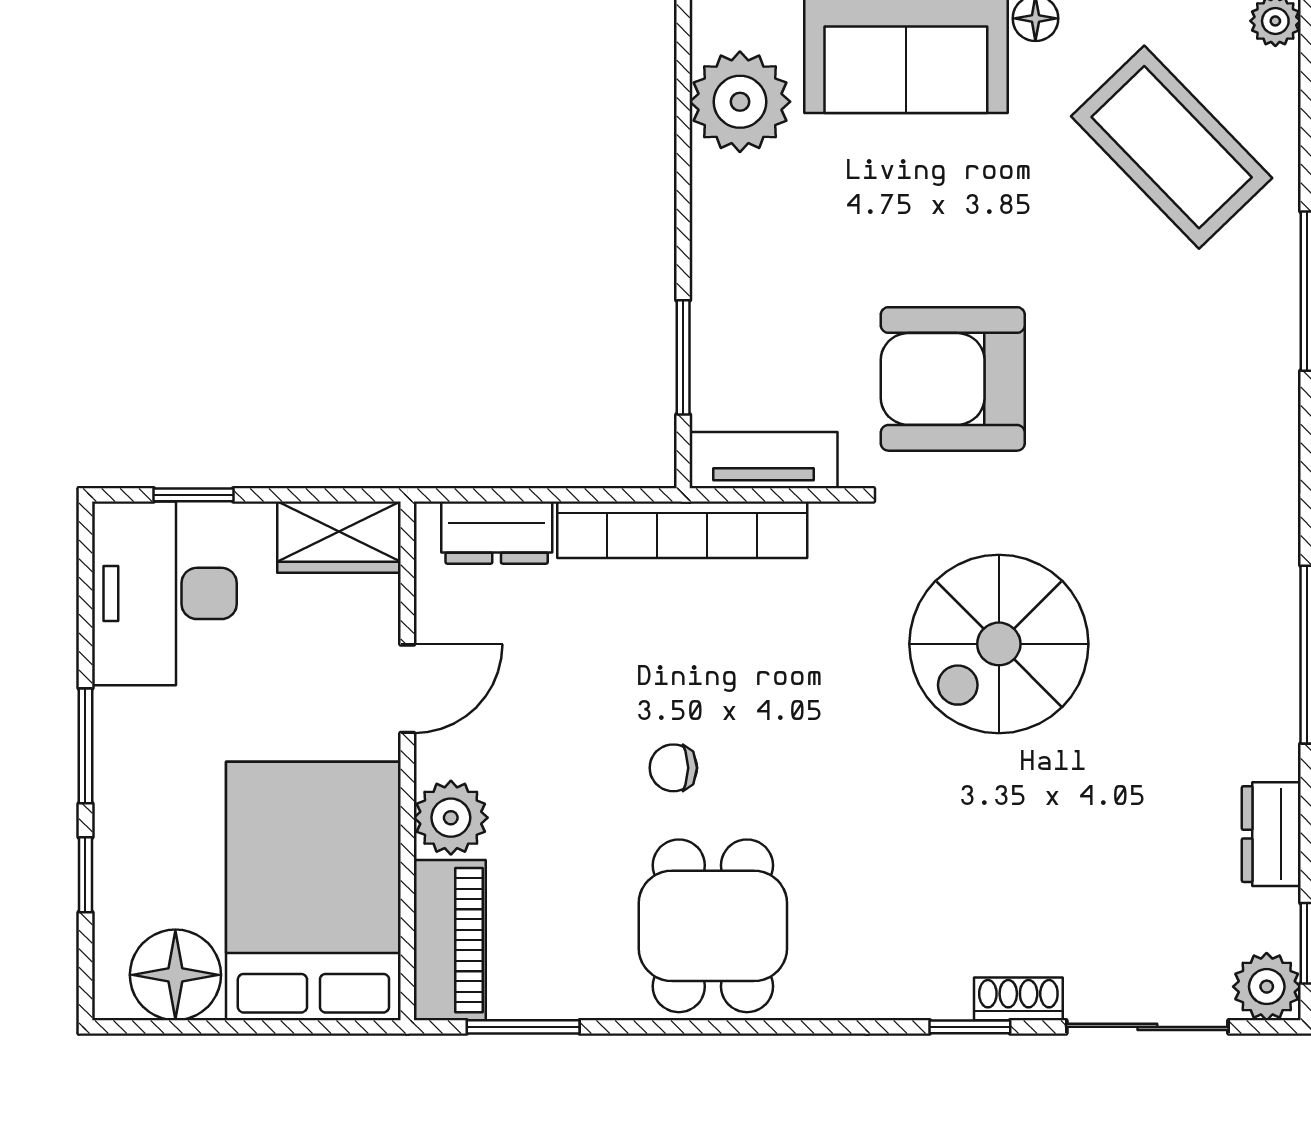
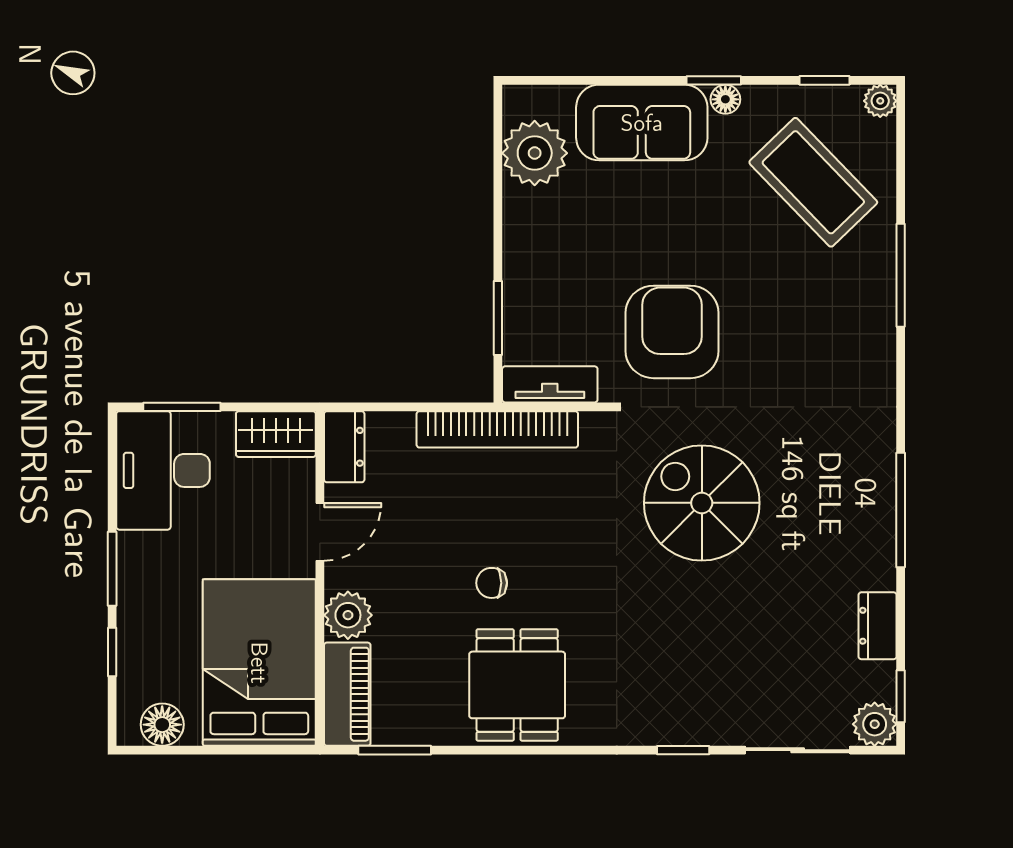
armchair: (953, 379) -> (672, 332), turned 90
window: (194, 495) -> (182, 407), width x1.50
dresser: (497, 533) -> (344, 447), moved, turned -90
spiral stairs: (999, 644) -> (702, 503), turned 90
floor lamp: (175, 975) -> (162, 725), width x0.73, depth x0.73
shoe rack: (1018, 999) -> (714, 732), removed

